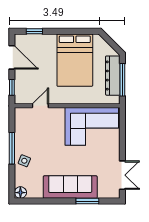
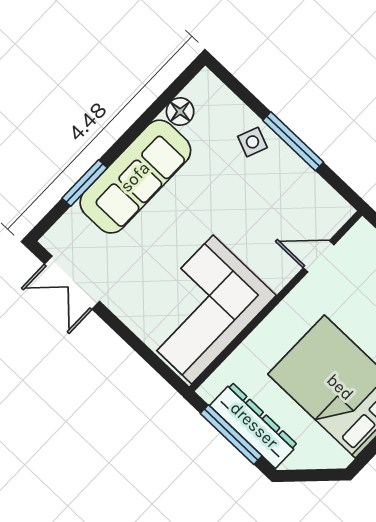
door: (40, 106) -> (319, 256), swing flipped
floor lamp: (20, 193) -> (180, 112), moved

